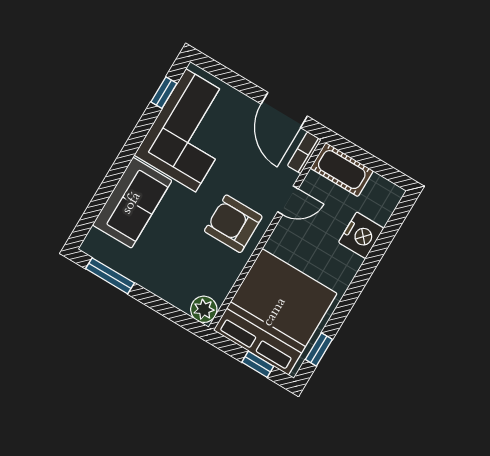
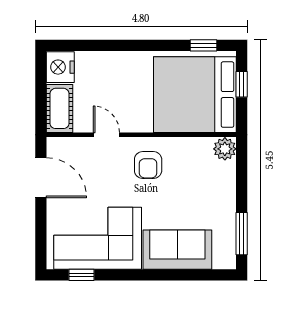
door: (284, 110) -> (41, 178), hinge flipped
bookcase: (304, 153) -> (64, 144), removed
armchair: (233, 224) -> (148, 165), width x0.72, depth x0.72
nightstand: (361, 235) -> (60, 67), moved, turned -90

